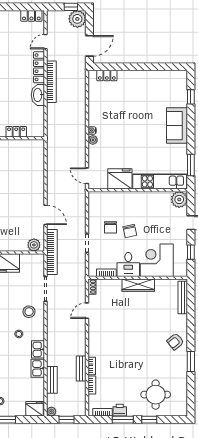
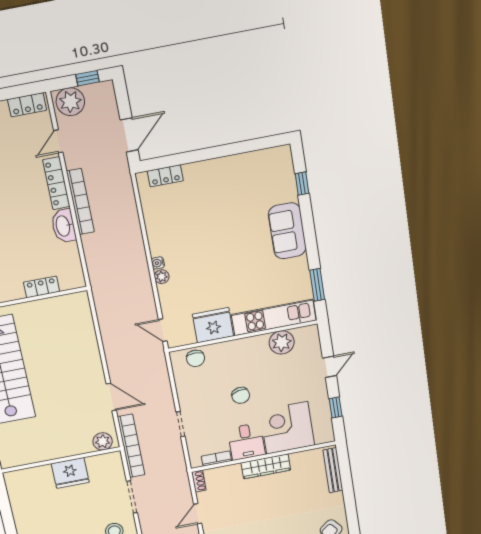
plant: (77, 19) -> (70, 102), moved
plant: (179, 199) -> (282, 342), moved
chair: (111, 227) -> (196, 358), moved

